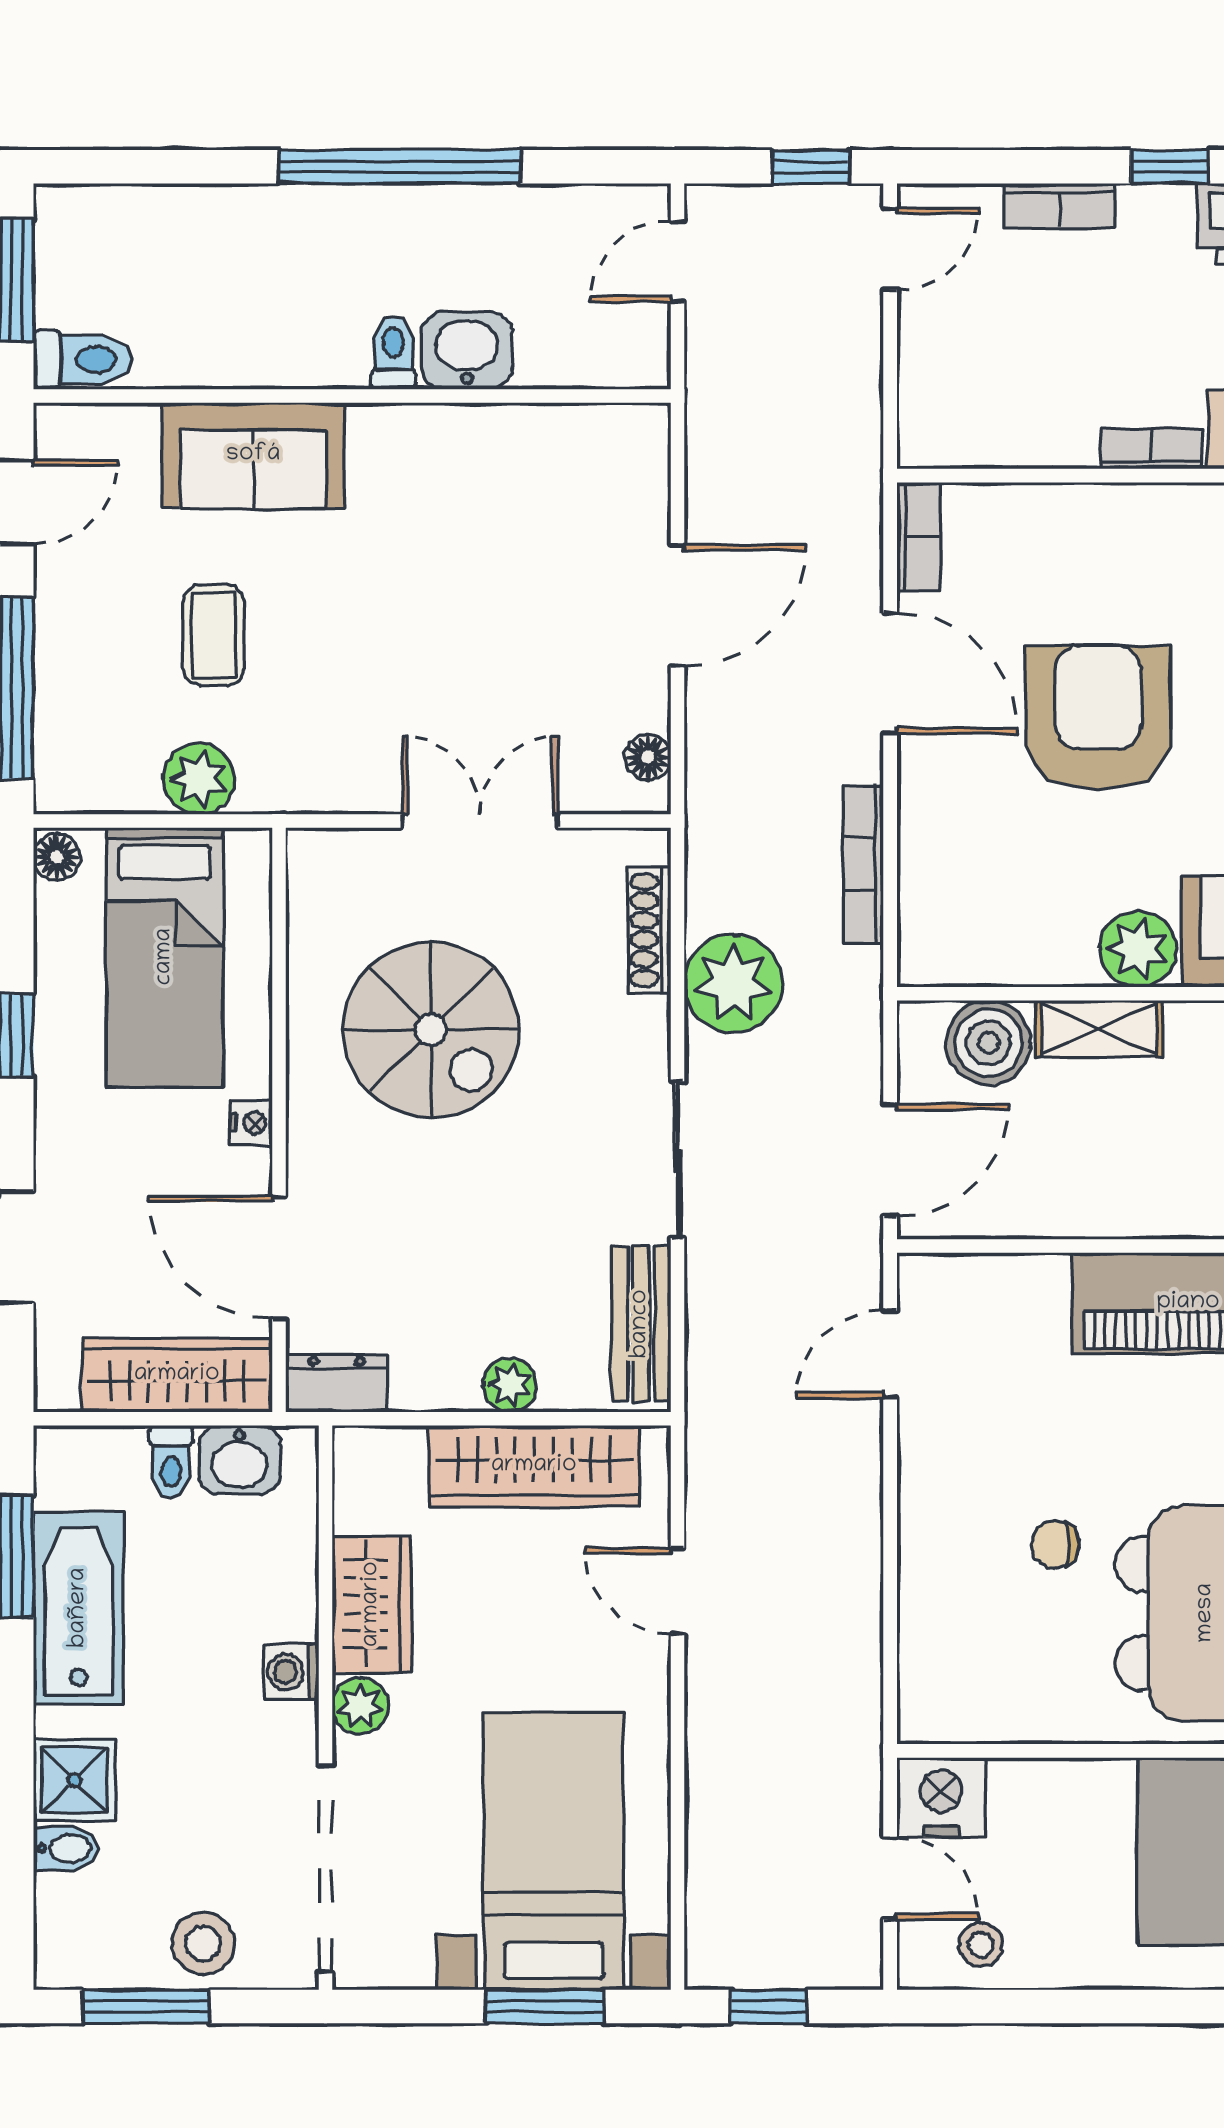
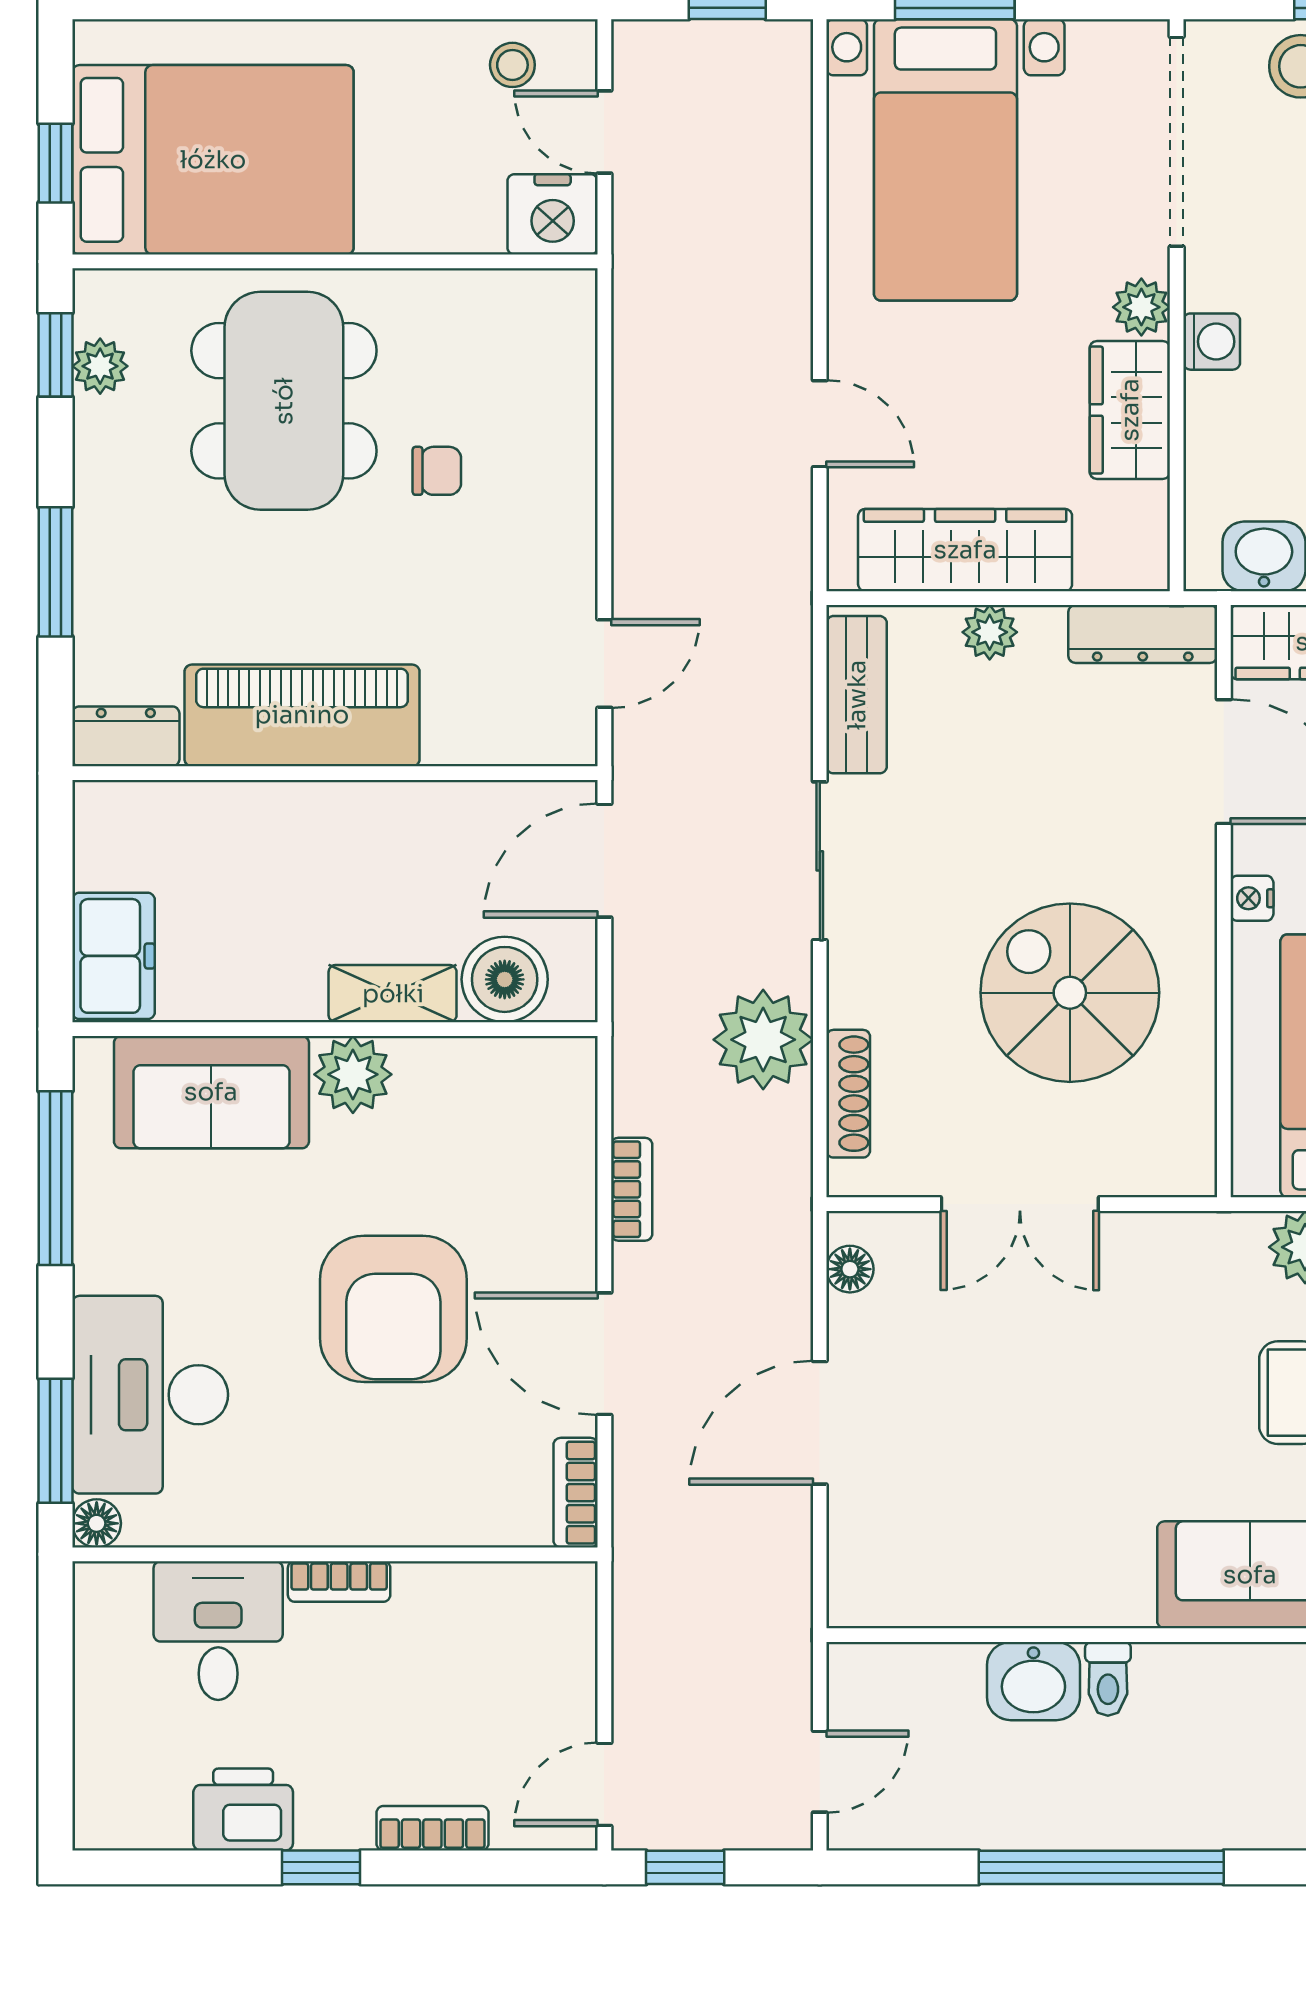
bookcase: (863, 864) -> (632, 1189), width x0.64
dresser: (337, 1383) -> (1143, 634), width x1.44

